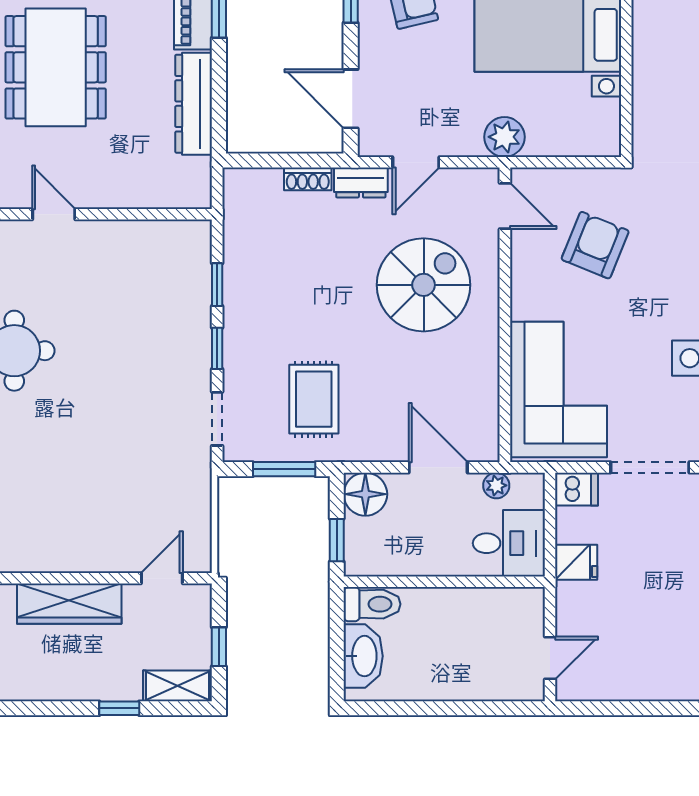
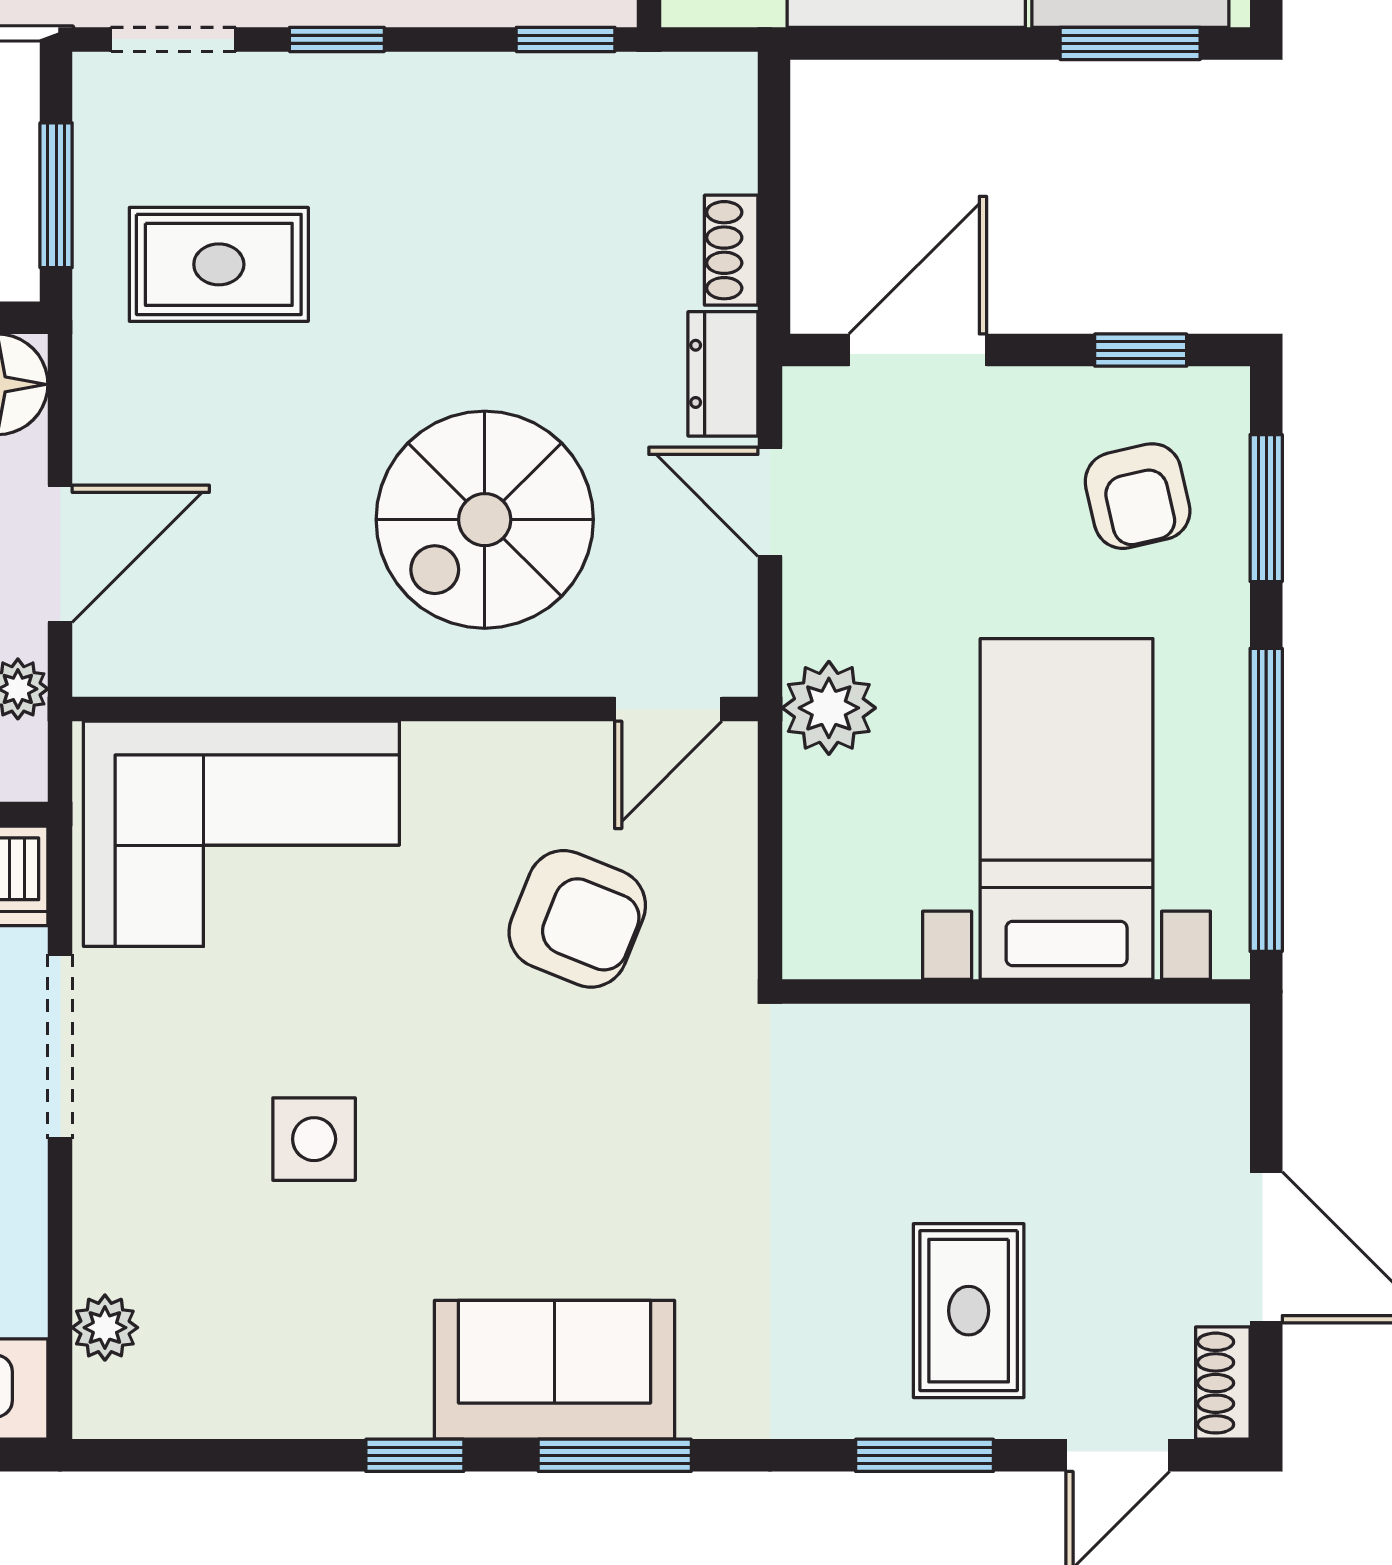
window: (217, 285) -> (566, 39), moved
spiral stairs: (424, 285) -> (485, 520), turned 90

